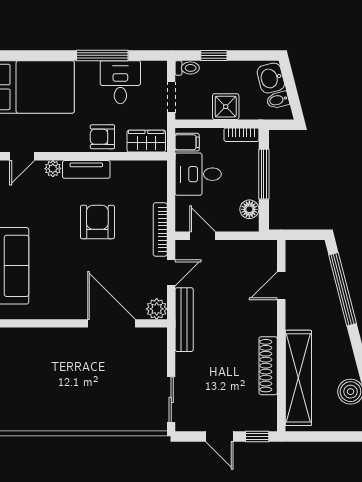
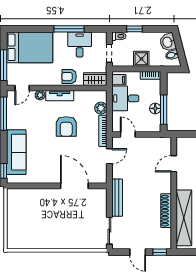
window: (264, 174) -> (164, 110), moved
floor lamp: (249, 209) -> (155, 108), moved
armchair: (97, 222) -> (66, 126), turned 180
plant: (157, 309) -> (101, 108), moved
bench: (184, 320) -> (117, 198), moved

